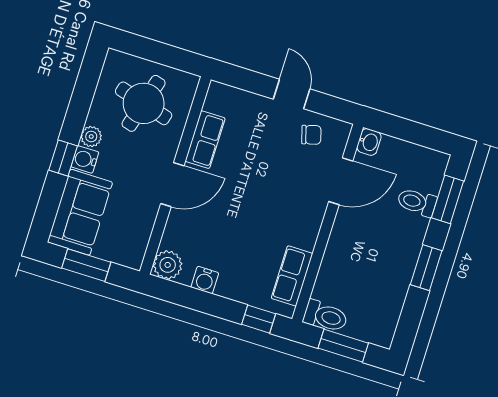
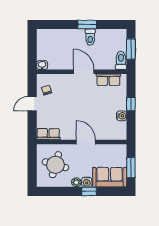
row of seats: (205, 140) -> (48, 134), moved
door: (341, 181) -> (84, 72), moved
window: (448, 199) -> (56, 25), removed
toilet: (417, 202) -> (90, 37), moved
plant: (168, 265) -> (120, 133), removed
window: (259, 319) -> (131, 104), moved

